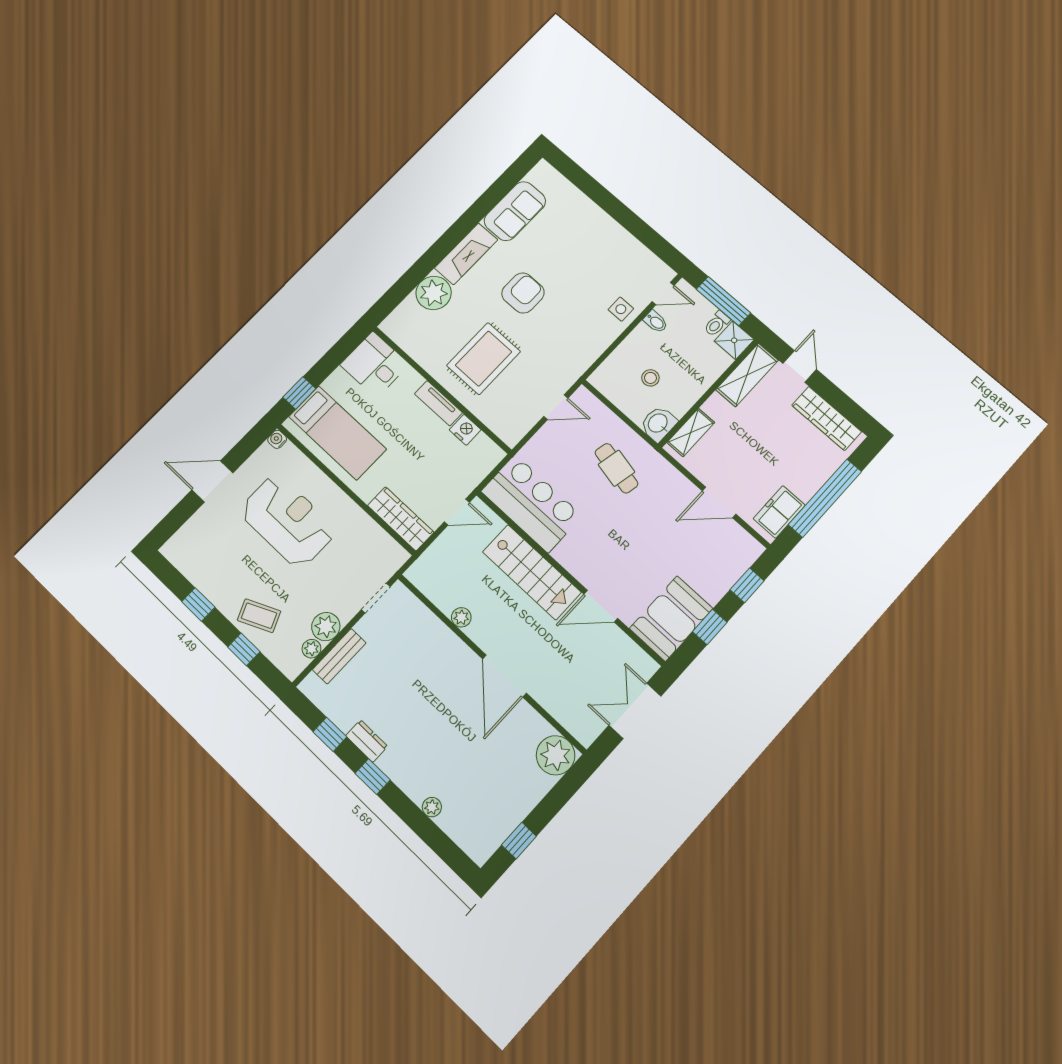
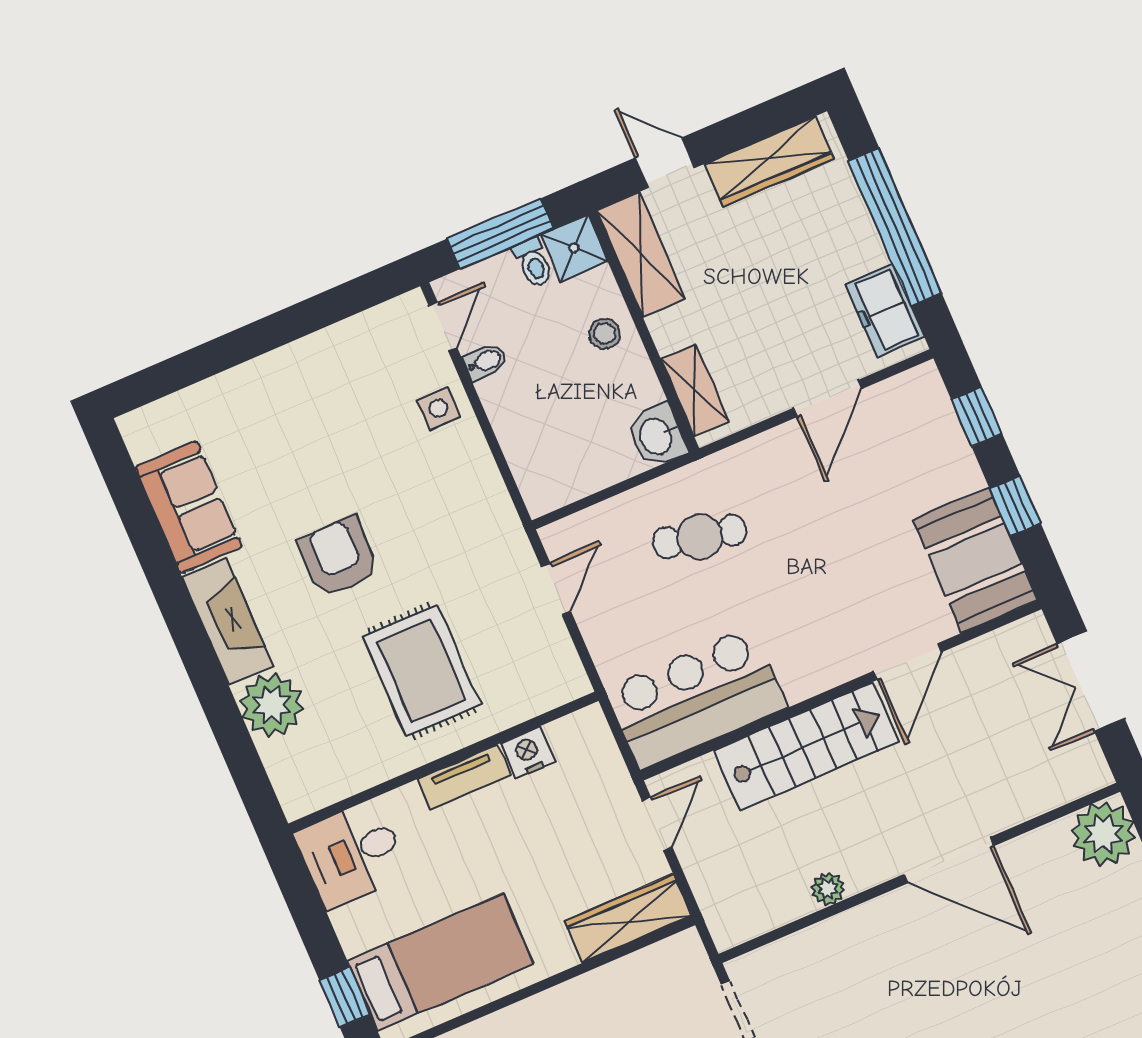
stool: (650, 378) -> (605, 334), moved

